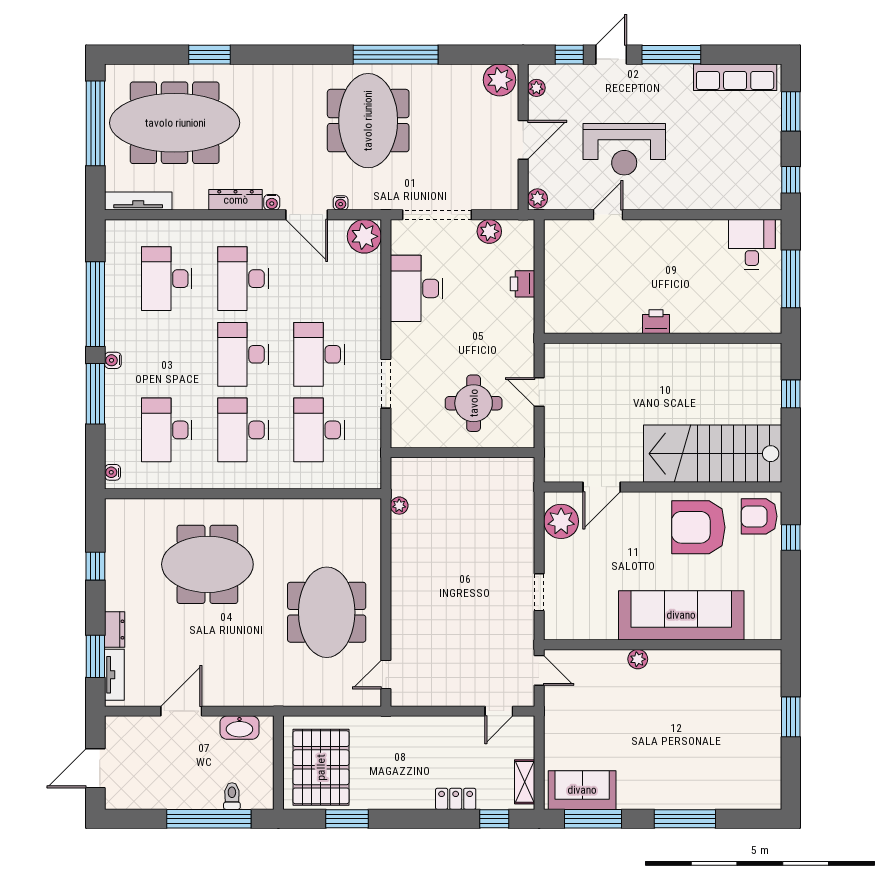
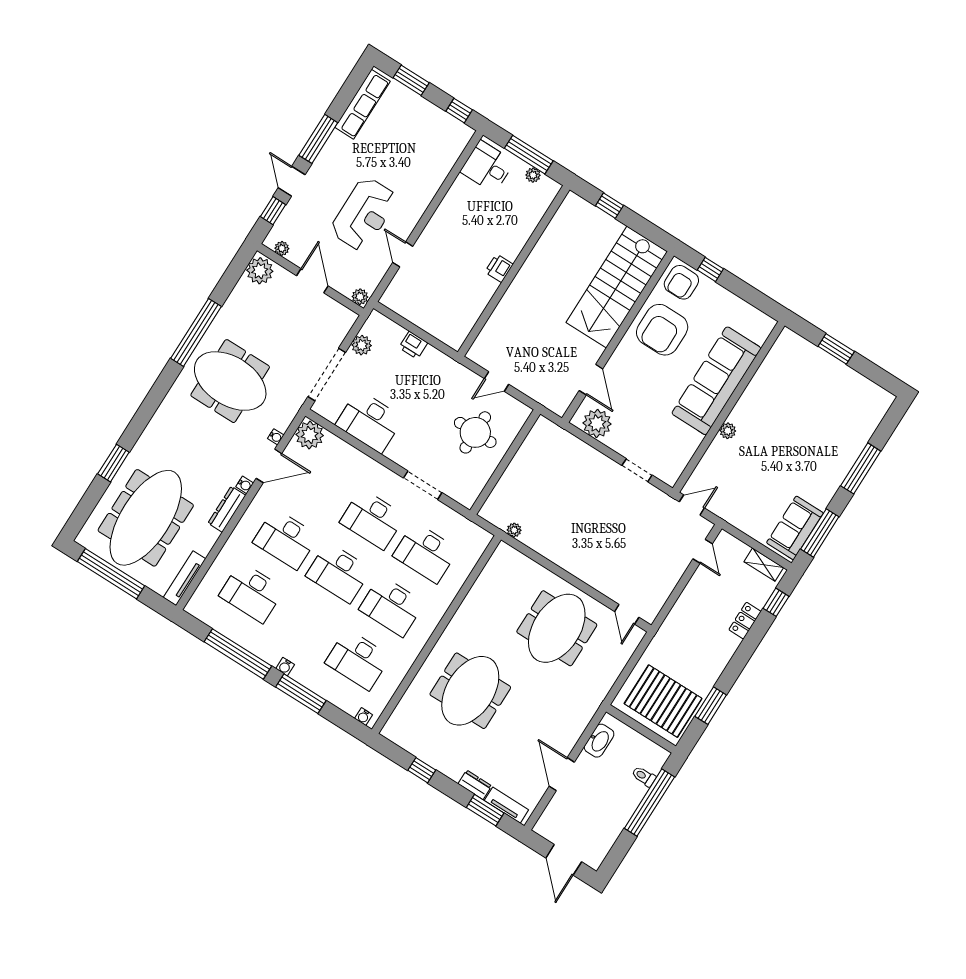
plant: (773, 296) -> (533, 175), added
meeting table: (327, 612) -> (557, 628), turned 90

